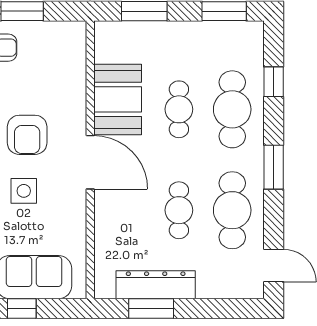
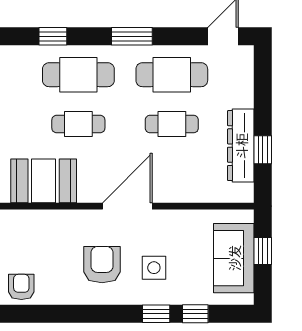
booth: (118, 99) -> (44, 181), moved
armchair: (27, 135) -> (102, 265), turned -90
window: (22, 308) -> (263, 251), moved
window: (151, 308) -> (263, 150), width x0.67

